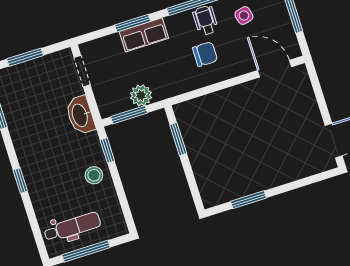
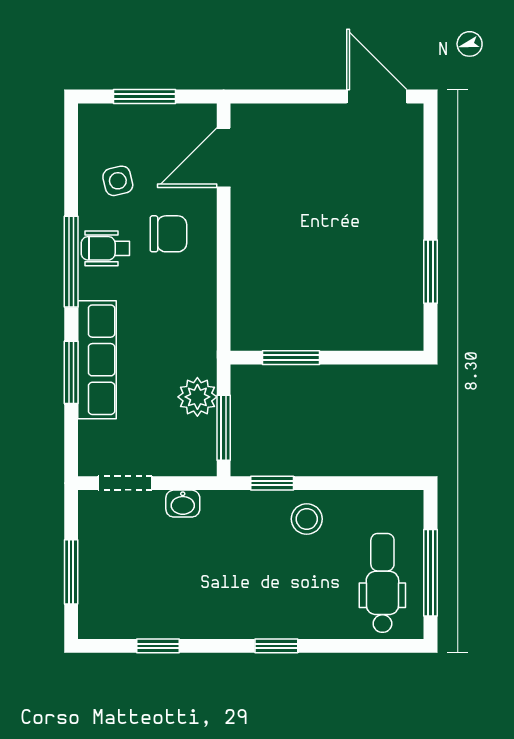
row of seats: (144, 35) -> (97, 360), width x1.48
chair: (205, 54) -> (168, 234), moved, turned 90
washbasin: (80, 115) -> (183, 504), width x0.52, depth x0.69

